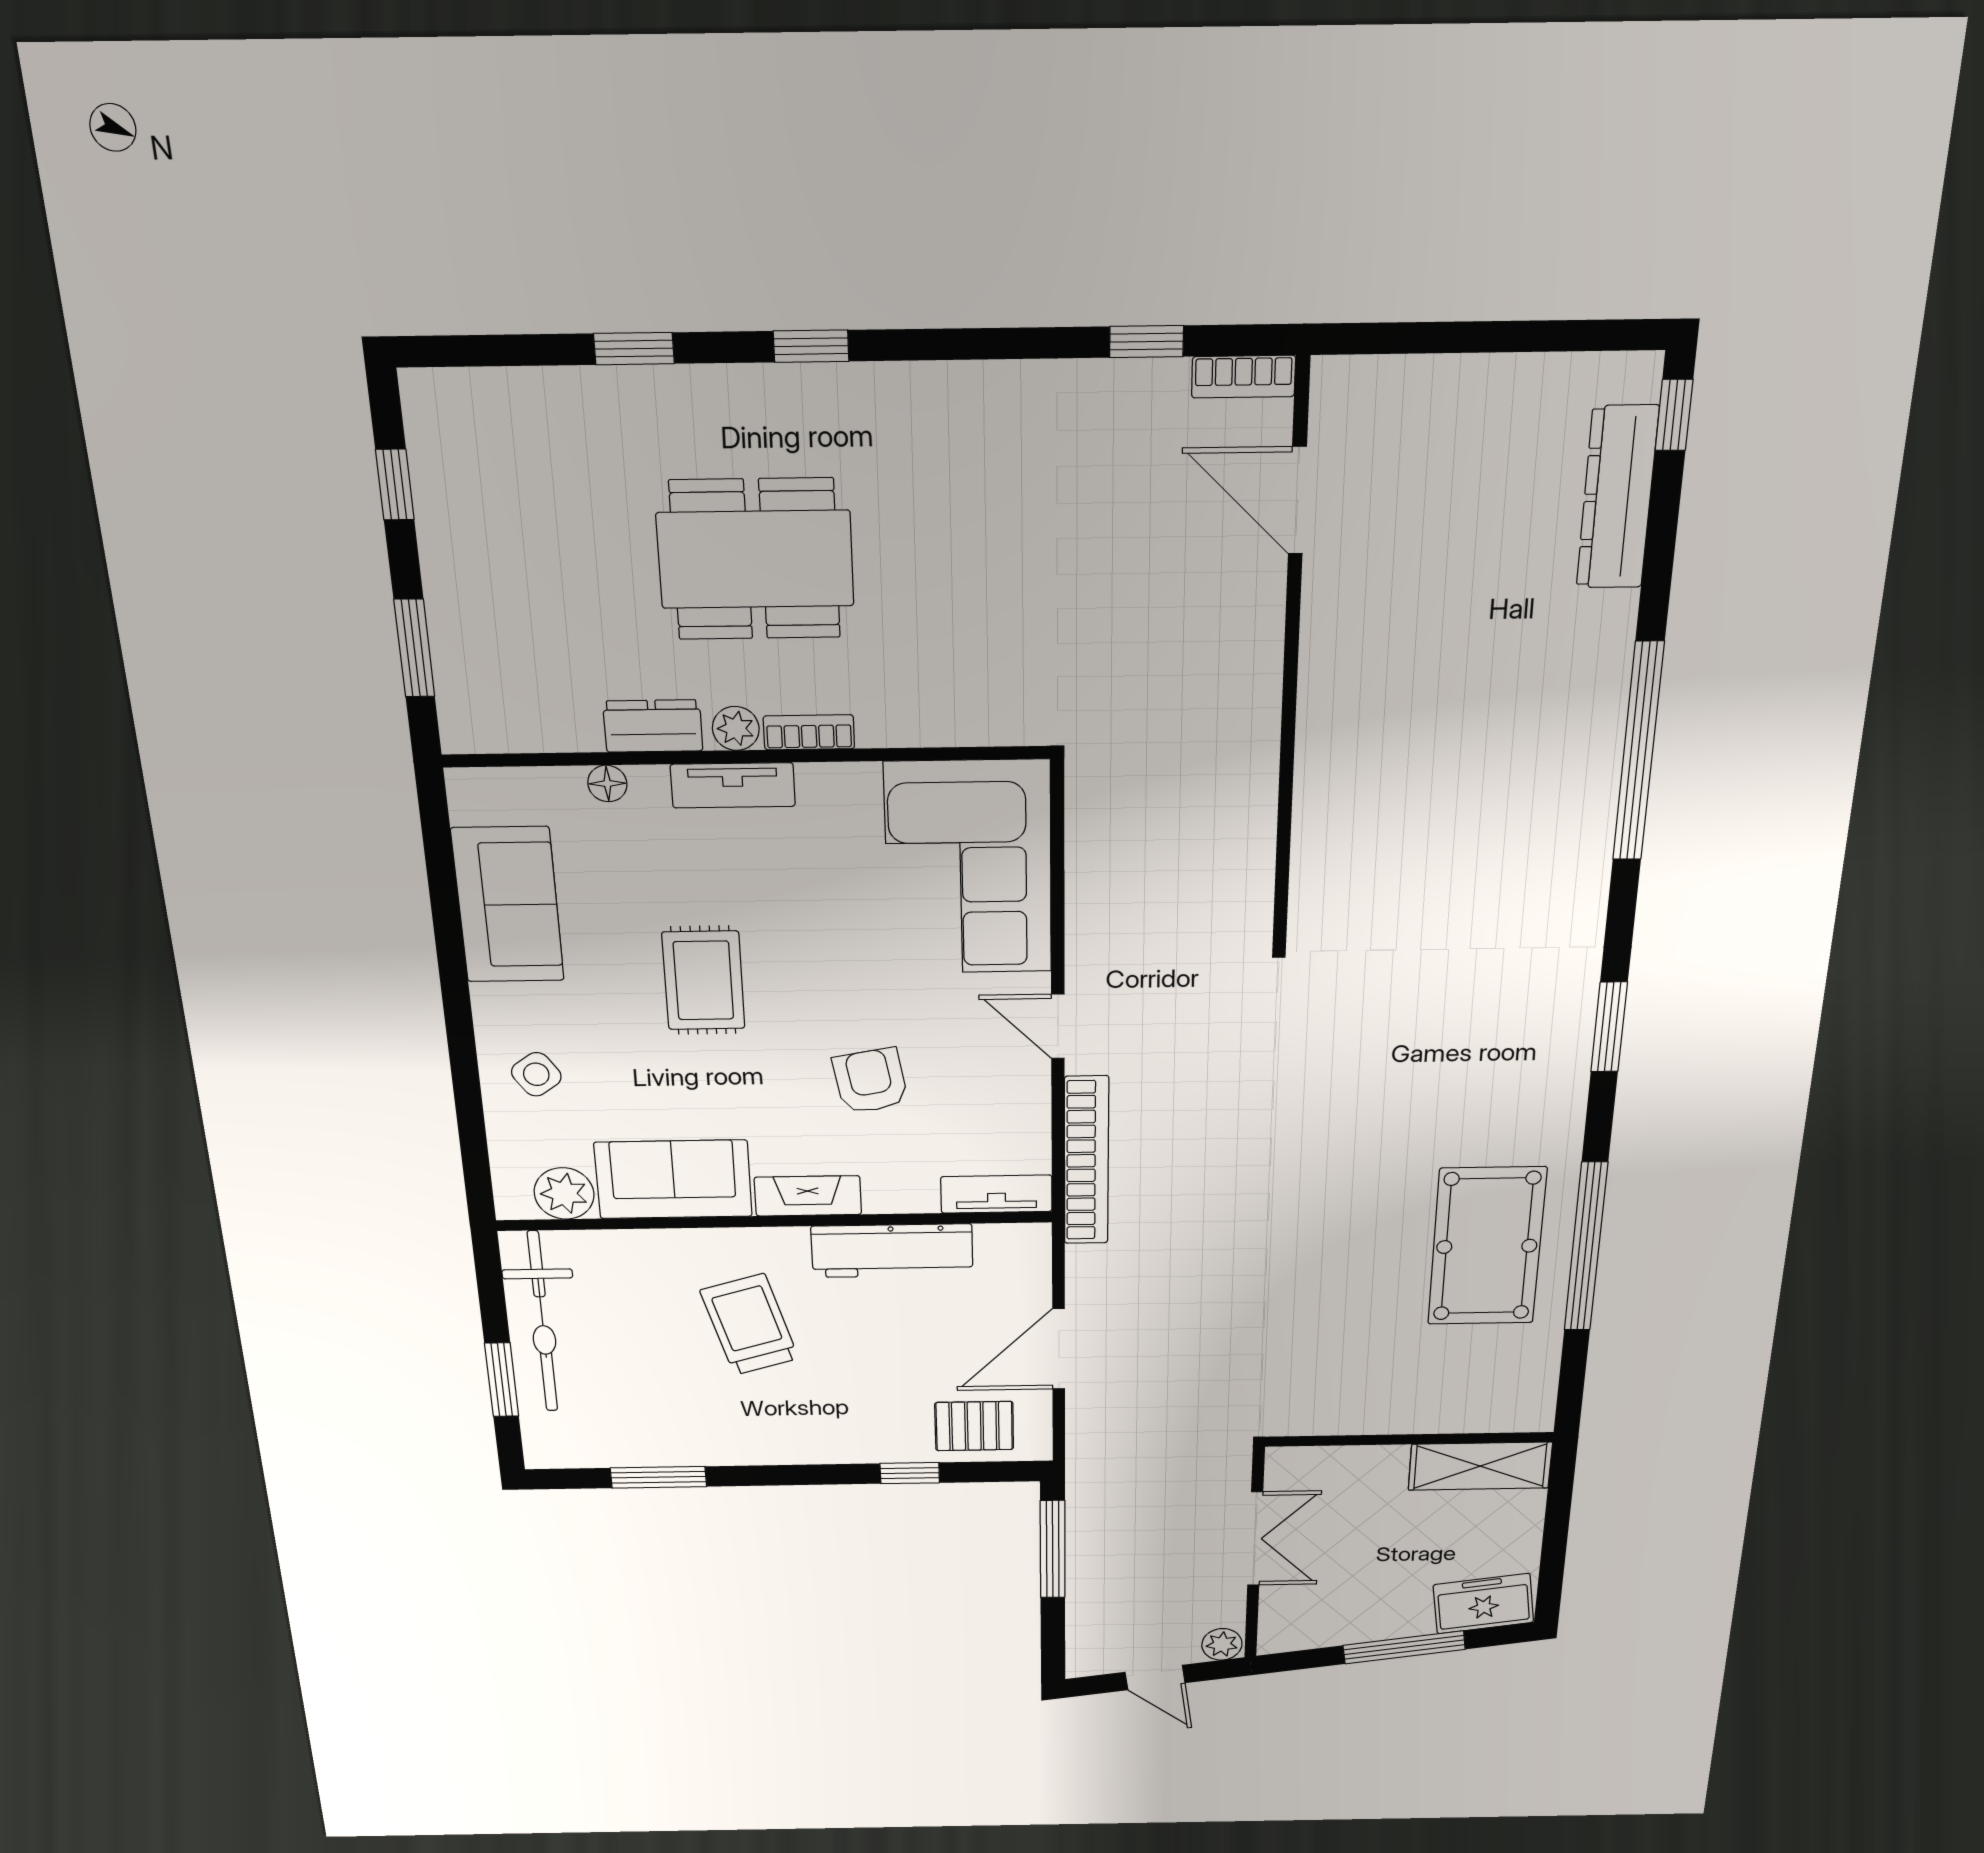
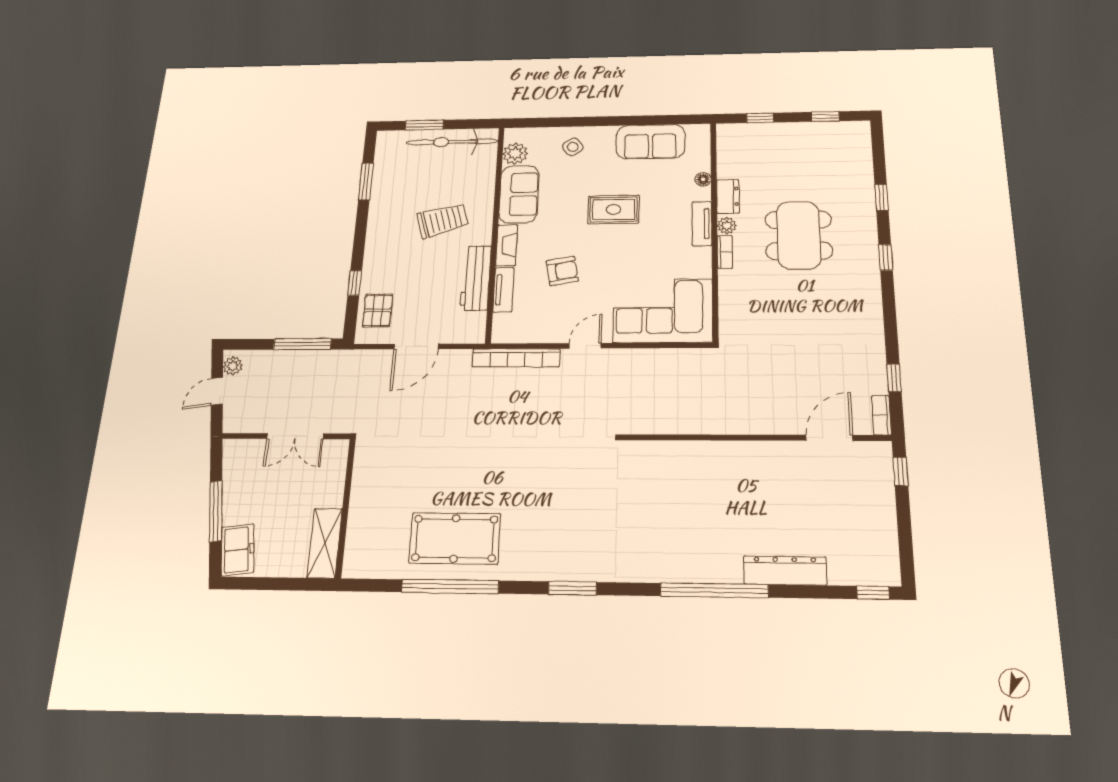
window: (1388, 338) -> (901, 471), added
dresser: (1617, 498) -> (785, 571), moved
window: (414, 648) -> (760, 118), width x0.67
tv unit: (996, 1194) -> (503, 290), moved
door: (1059, 1349) -> (416, 346), swing flipped
plant: (1222, 1644) -> (233, 366), moved

